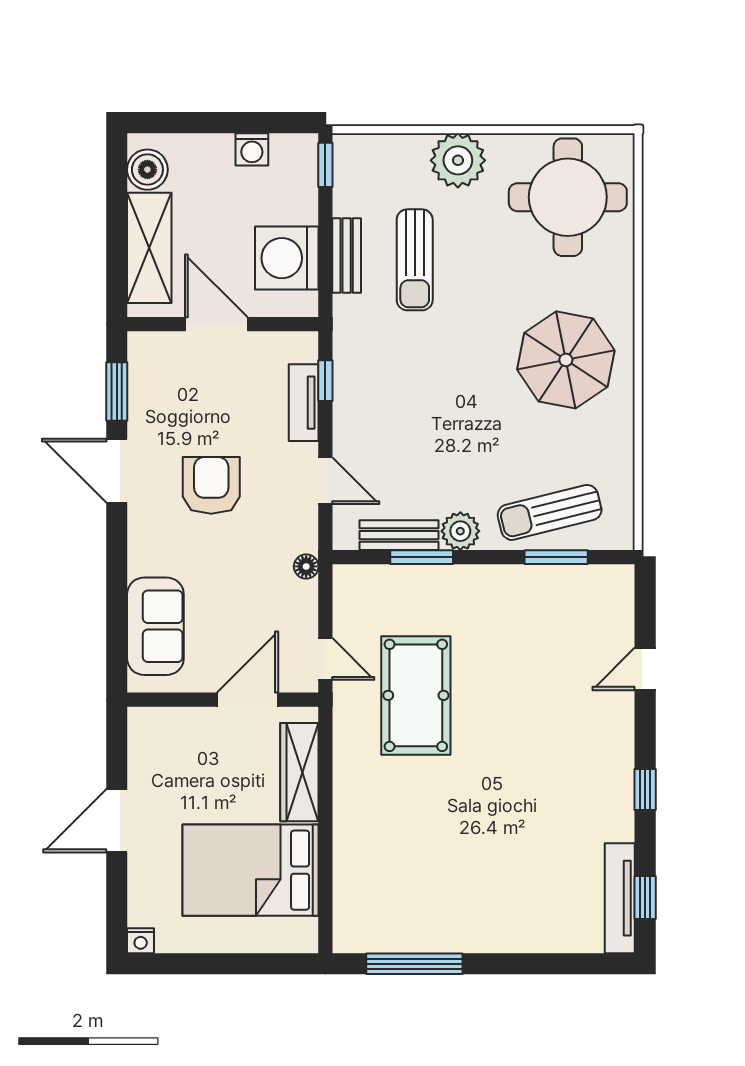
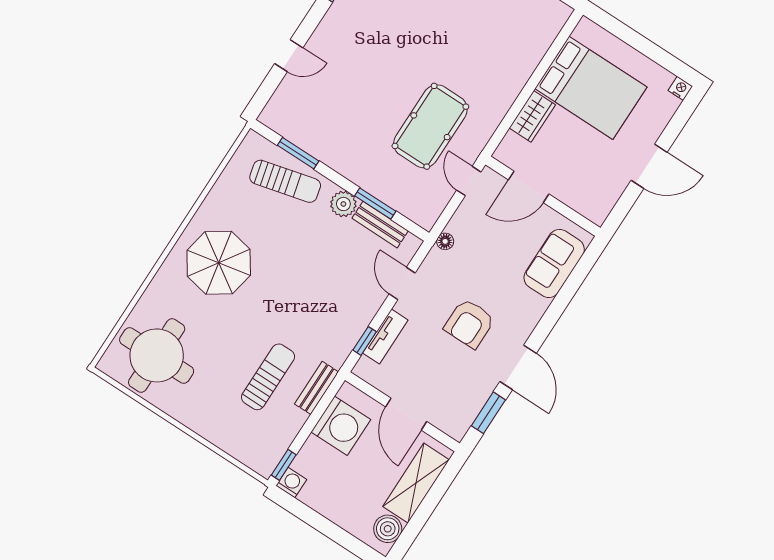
washing machine: (252, 149) -> (291, 483), moved
plant: (458, 160) -> (206, 418), removed
bench: (347, 255) -> (317, 388), moved
wardrobe: (299, 772) -> (532, 116), width x0.67

